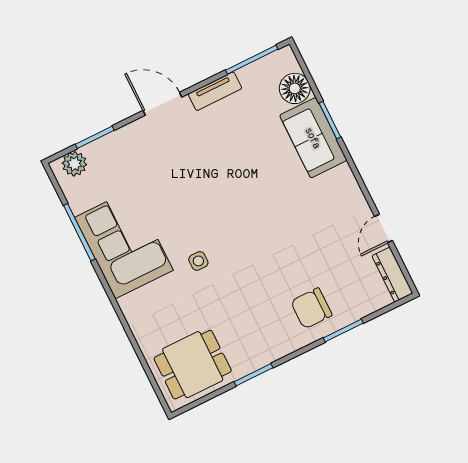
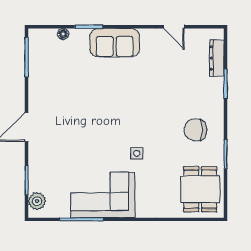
floor lamp: (295, 88) -> (63, 34), width x0.53, depth x0.53
tv unit: (215, 91) -> (35, 90), removed
sofa: (313, 138) -> (115, 43), moved
dresser: (392, 275) -> (217, 58), moved, turned 90
chair: (311, 308) -> (195, 130), moved, turned 90

